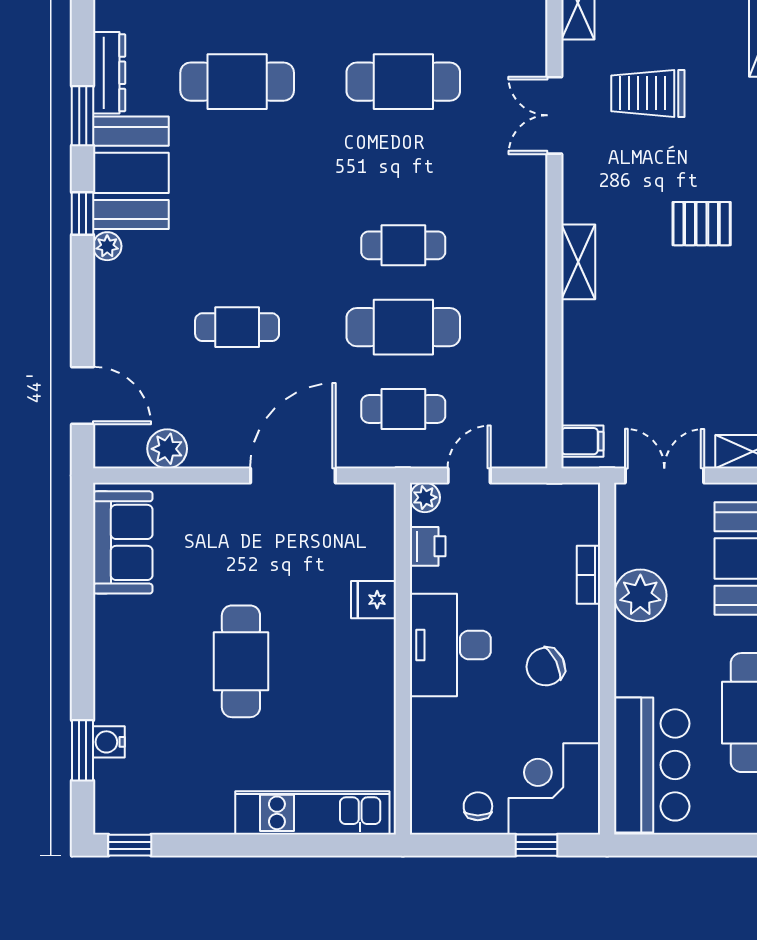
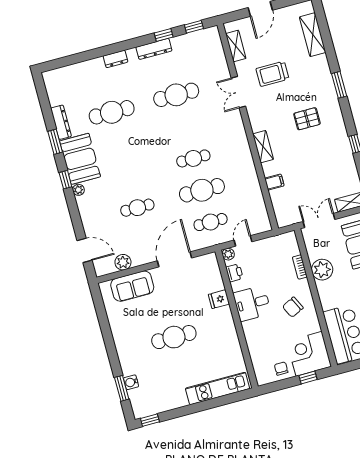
filing cabinet: (582, 441) -> (274, 182), moved
sofa: (123, 542) -> (132, 286), moved, turned 90
desk: (450, 645) -> (252, 303), width x0.73
cafe table: (241, 661) -> (174, 337), turned 90

